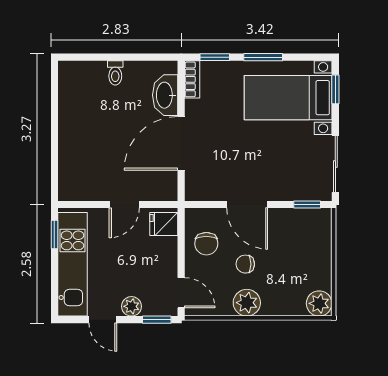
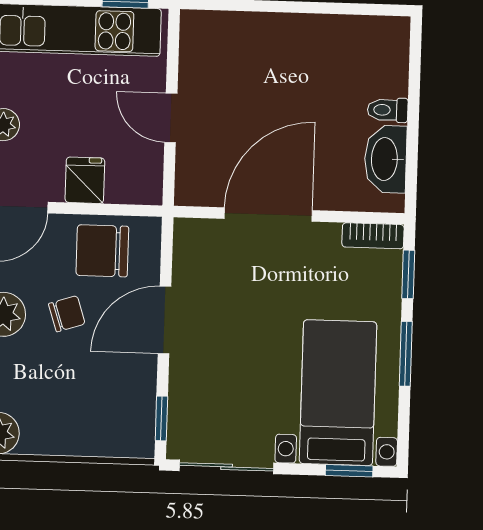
washbasin: (165, 95) -> (386, 159), moved, turned -90
door: (181, 143) -> (268, 215), hinge flipped
fridge: (164, 224) -> (85, 180), moved
chair: (206, 244) -> (102, 251), width x1.37, depth x1.37
chair: (245, 264) -> (67, 314), turned 72

